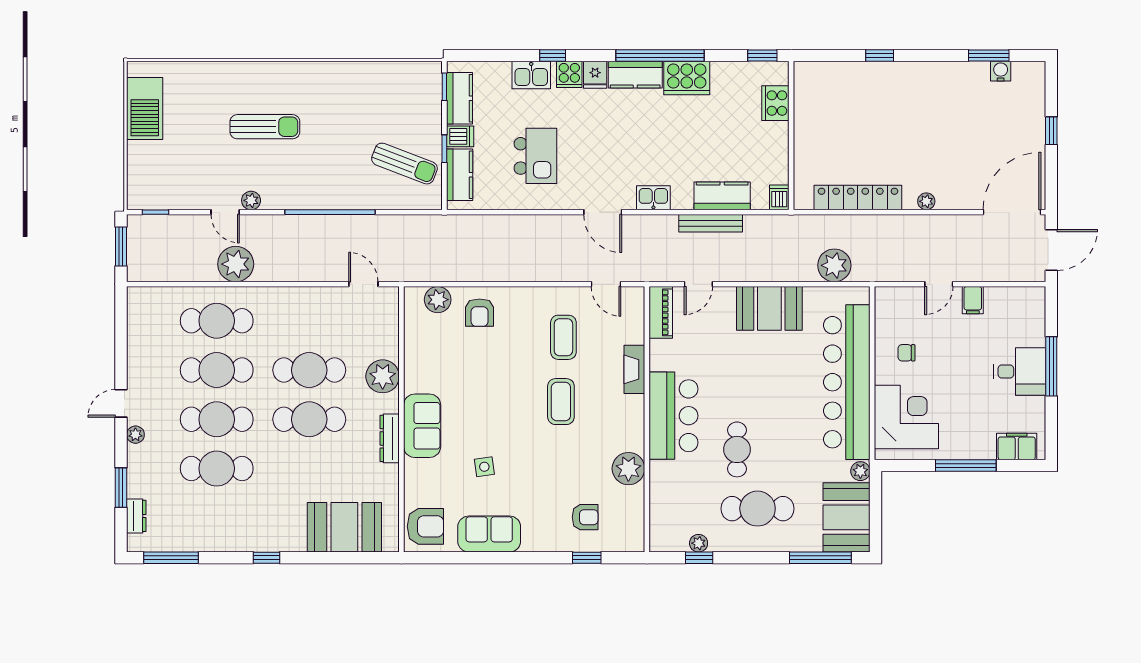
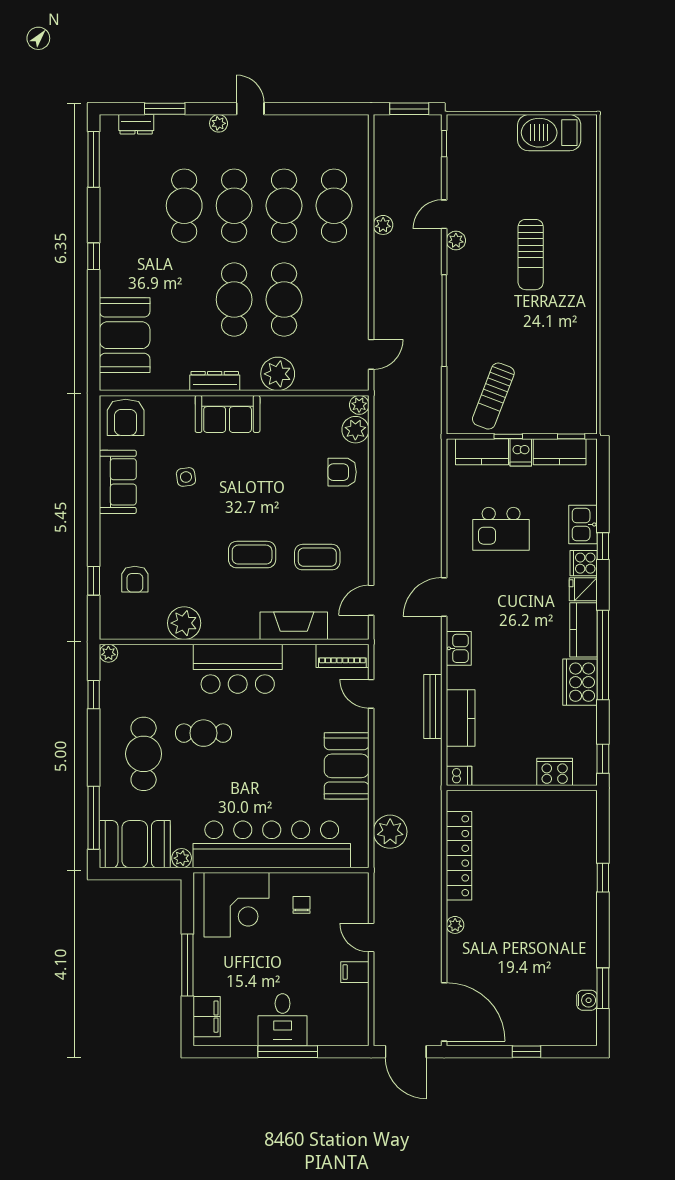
plant: (236, 264) -> (383, 225), width x0.53, depth x0.53
plant: (413, 296) -> (359, 405), added
fireplace: (634, 369) -> (294, 626), width x1.37, depth x1.32
plant: (699, 543) -> (108, 653), moved

